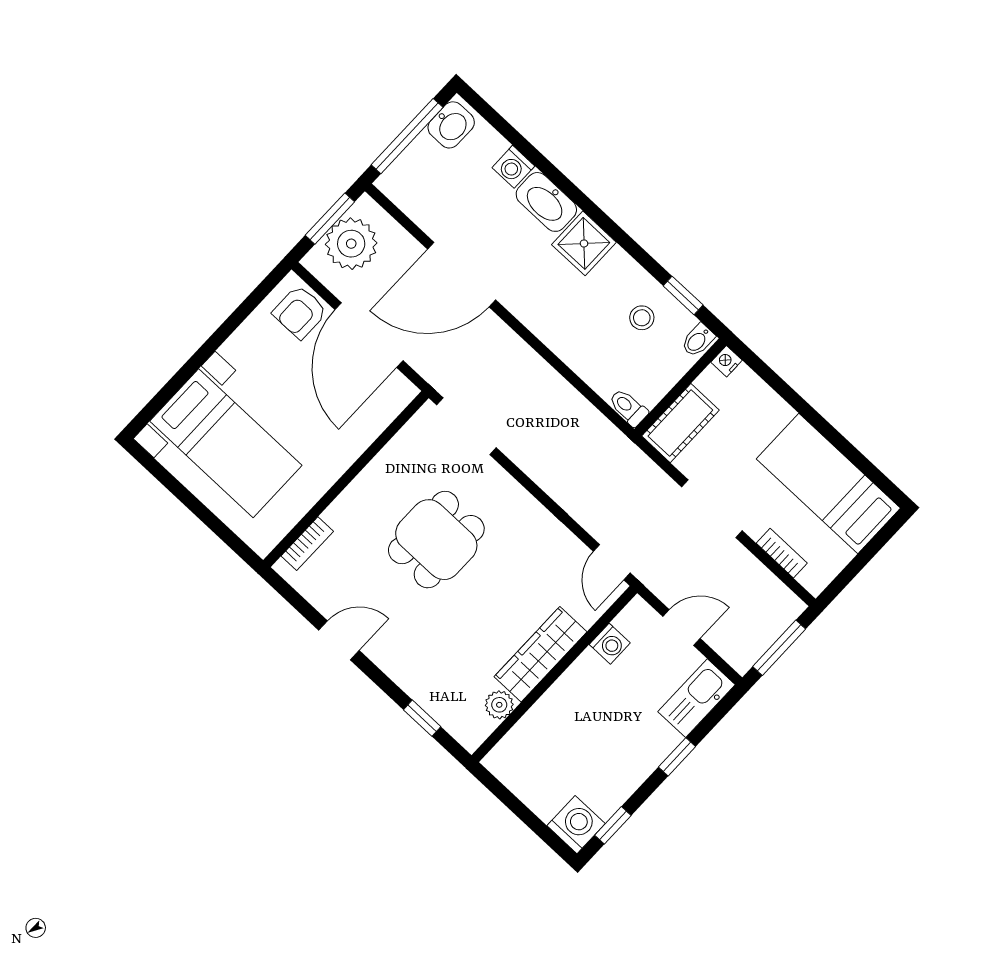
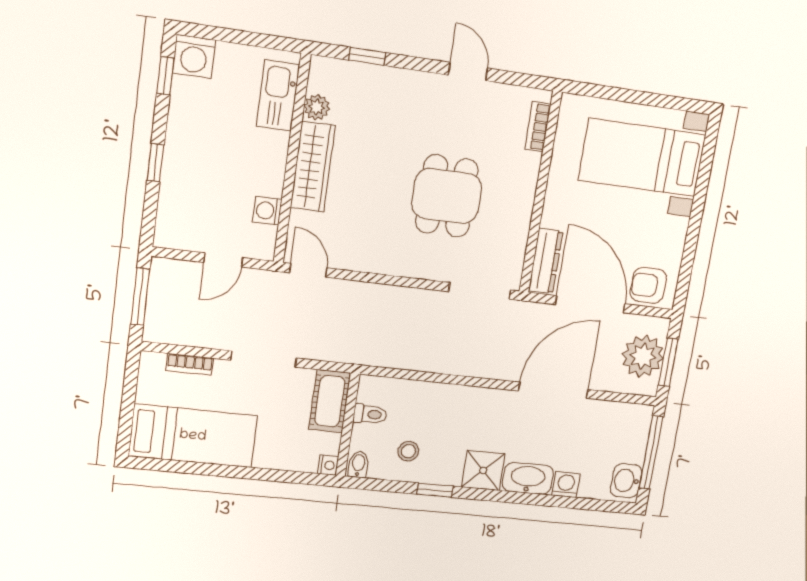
window: (683, 295) -> (435, 490), moved
armchair: (300, 312) -> (648, 285), turned -90
toilet: (628, 407) -> (370, 414), moved
dresser: (384, 410) -> (546, 261), added
door: (339, 640) -> (468, 72), swing flipped
kitchen sink: (697, 698) -> (278, 95), moved, turned 180

